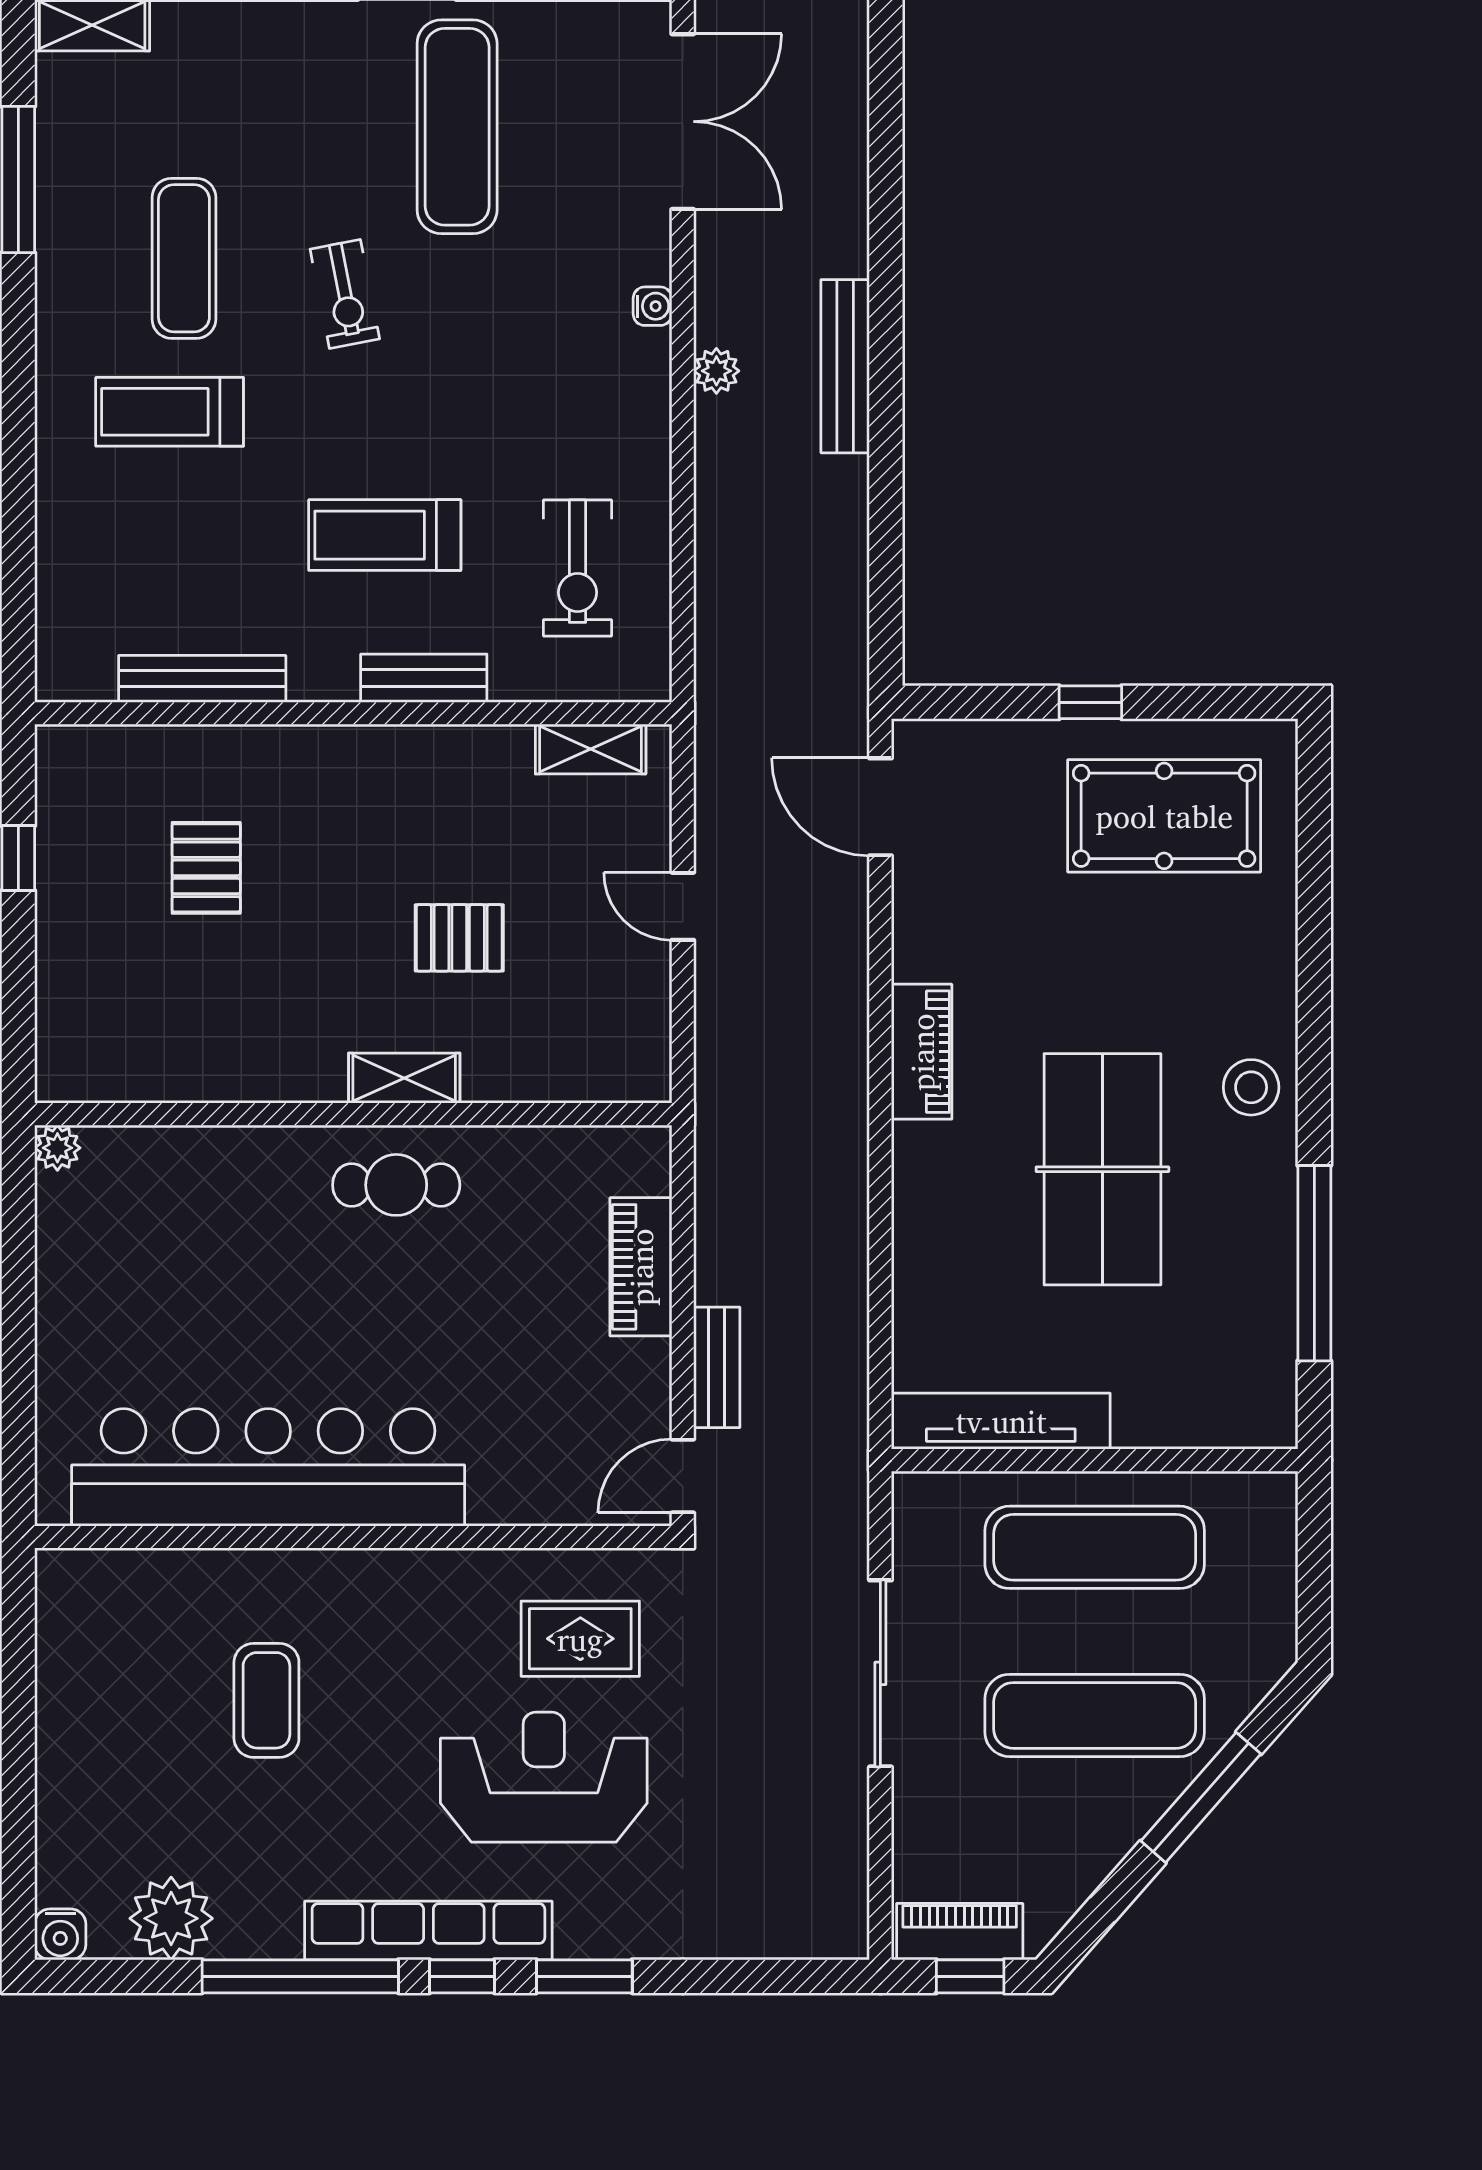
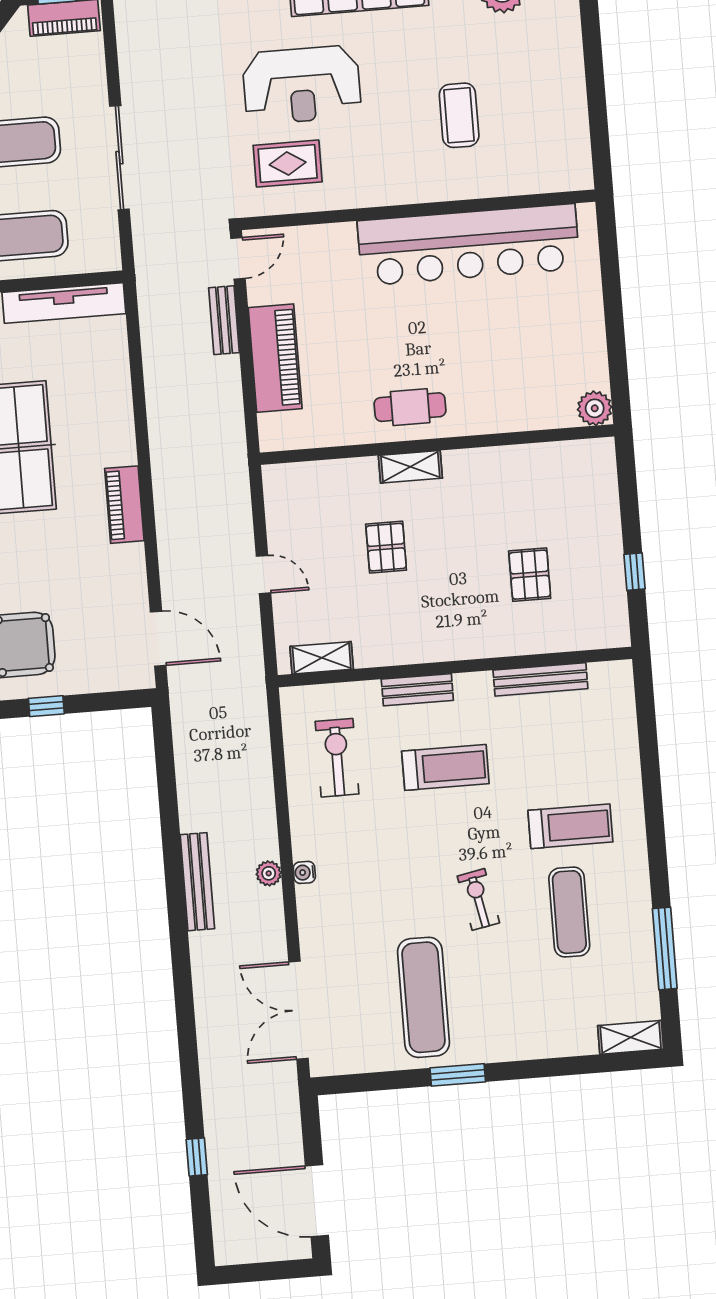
water cooler: (653, 306) -> (304, 872), moved
pallet: (459, 938) -> (386, 547), turned 90
plant: (57, 1148) -> (595, 408), width x1.38, depth x1.38
piano: (641, 1267) -> (275, 358), width x1.37, depth x1.33

